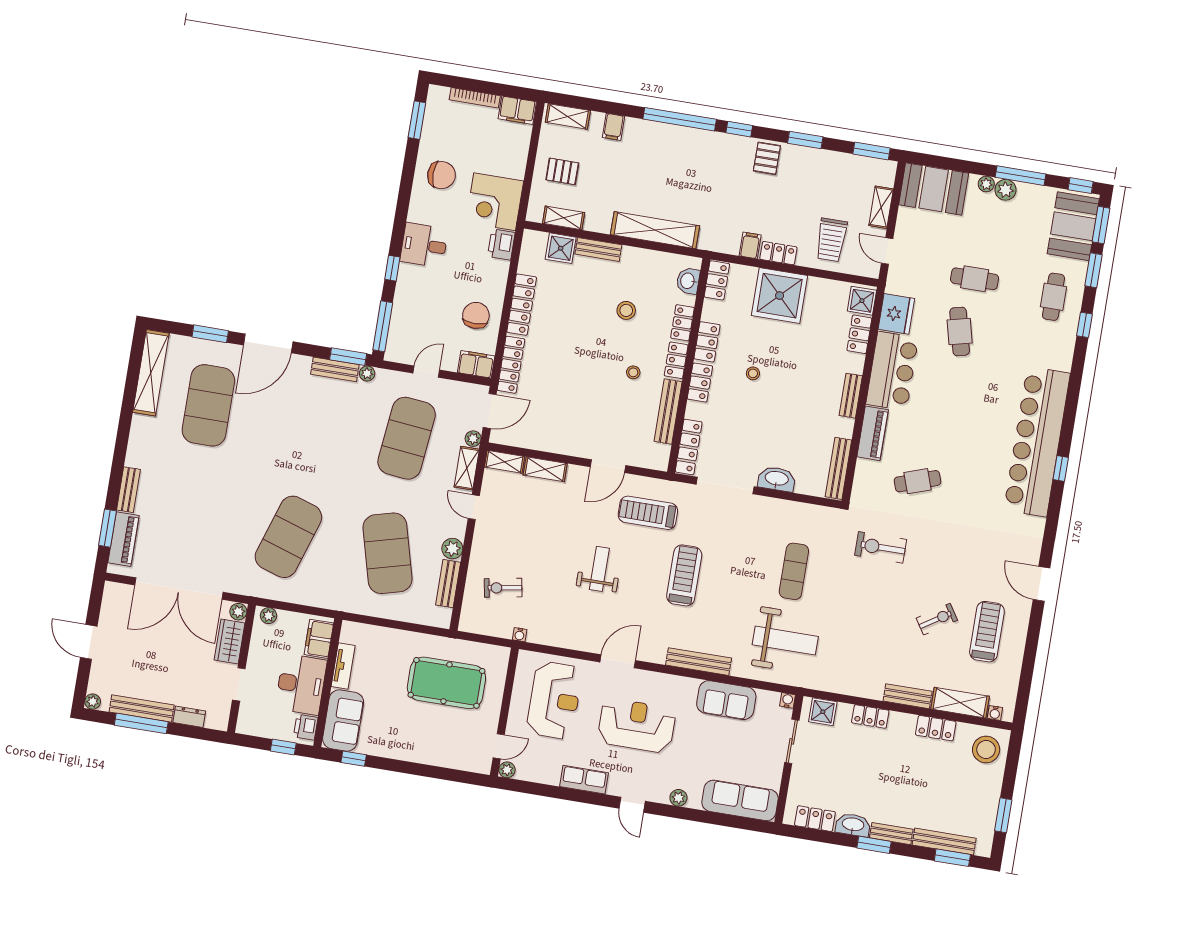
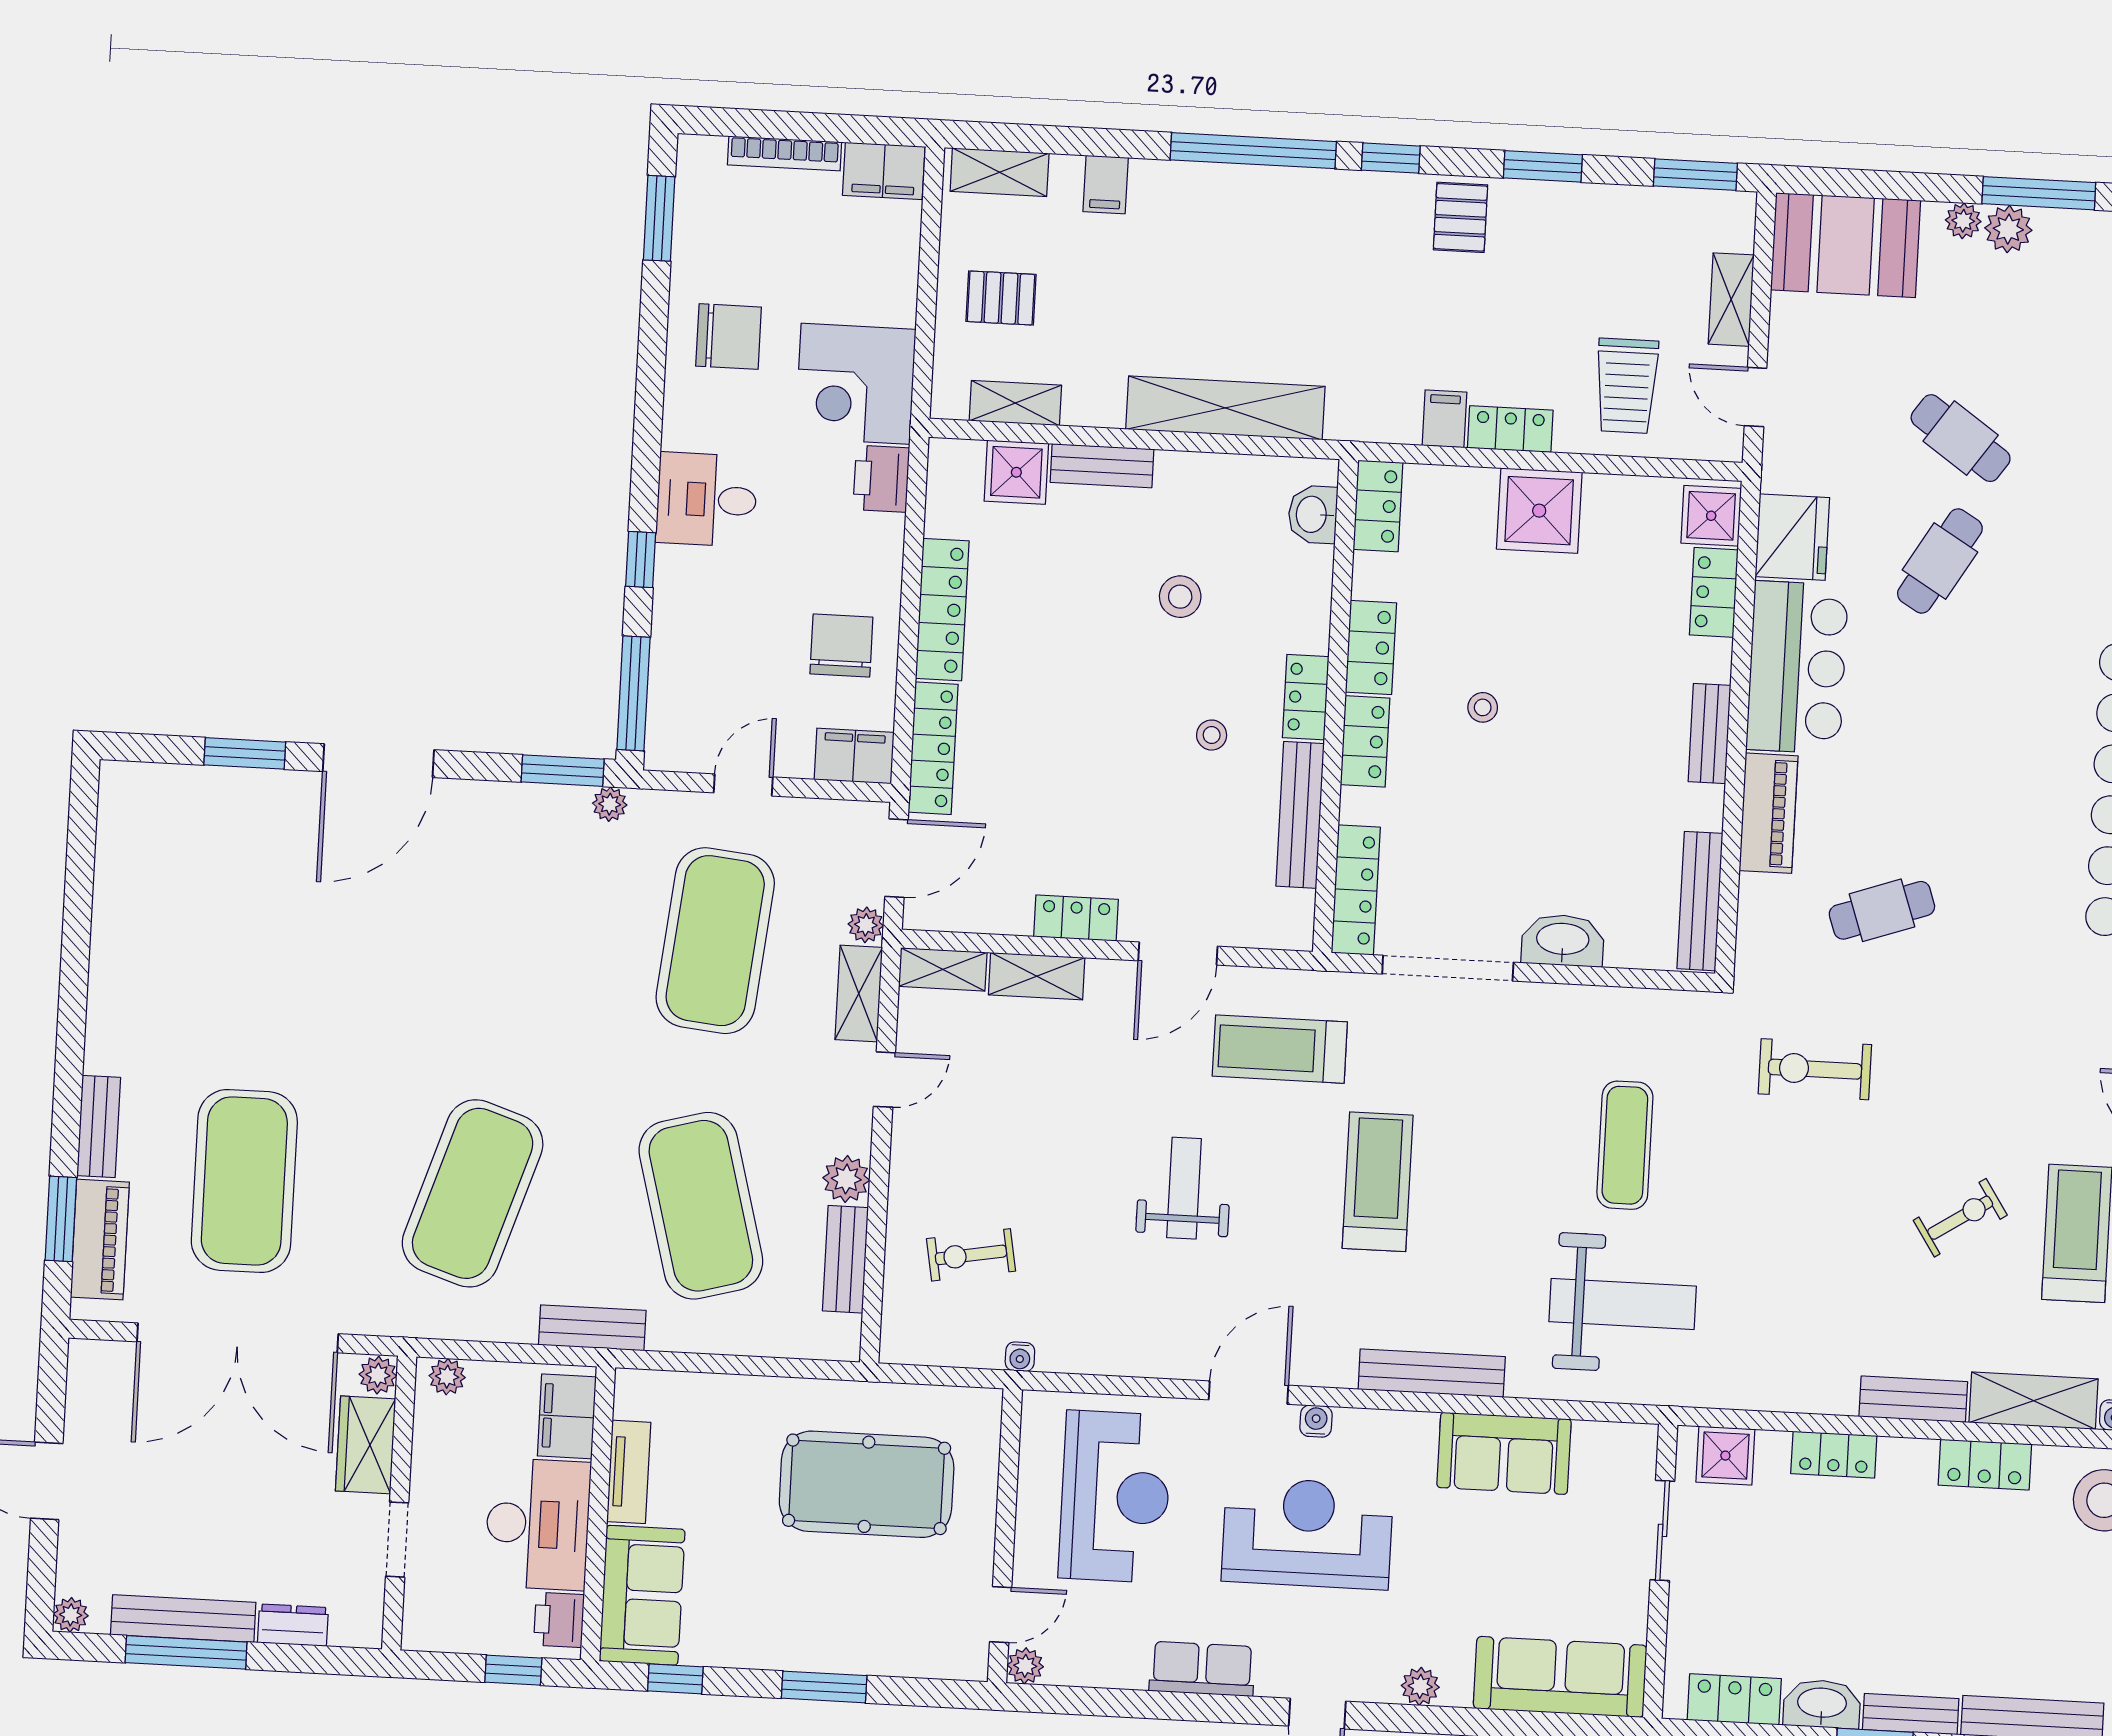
cafe table: (975, 279) -> (1961, 438), turned 35
shower: (780, 296) -> (1539, 511), width x0.73, depth x0.73
locker: (682, 323) -> (1076, 918), moved, turned 90
cafe table: (960, 331) -> (1940, 561), turned 45
bench: (335, 369) -> (592, 1328), moved
shelving: (151, 373) -> (120, 856), removed
exercise mat: (208, 405) -> (244, 1181), moved
door: (474, 507) -> (884, 1080), swing flipped
water cooler: (787, 700) -> (1316, 1421), moved
window: (418, 769) -> (824, 1687), added

